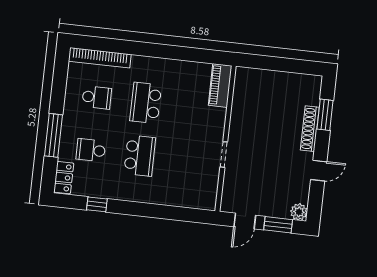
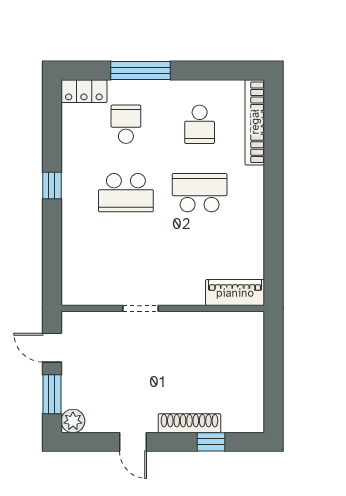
window: (325, 115) -> (211, 442), width x0.67
window: (97, 204) -> (52, 186), moved

